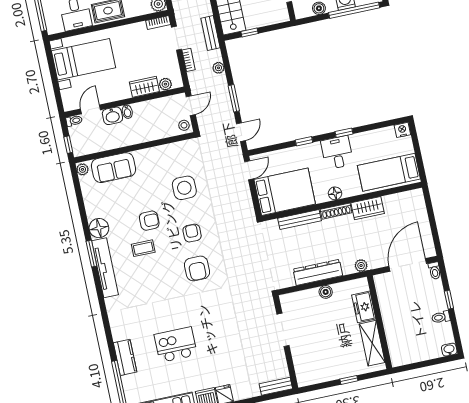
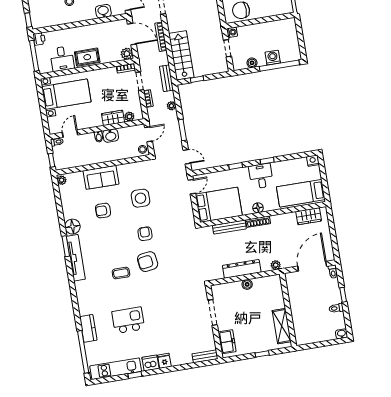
washbasin: (112, 116) -> (111, 136), moved
door: (241, 132) -> (187, 157), hinge flipped
sofa: (114, 168) -> (101, 177), moved
wardrobe: (368, 208) -> (309, 216), moved
armchair: (149, 221) -> (103, 211), moved, turned 180
coffee table: (143, 248) -> (121, 273), moved
armchair: (197, 268) -> (148, 262), turned 82
freezer: (364, 307) -> (227, 342), moved, turned 180

